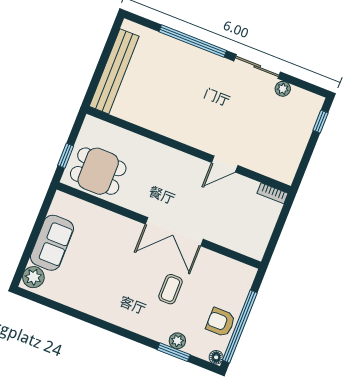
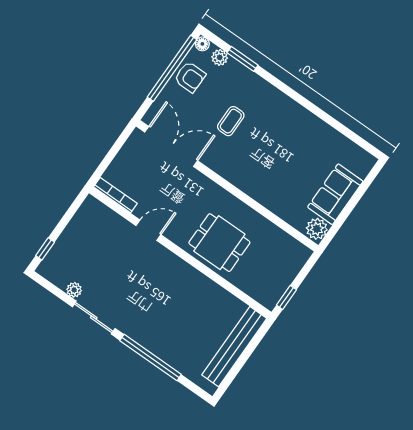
window: (66, 156) -> (286, 297), moved
dining table: (98, 171) -> (219, 243), moved
bookcase: (273, 193) -> (115, 195), width x1.56
double door: (174, 232) -> (171, 146), moved
plant: (33, 277) -> (317, 229), moved
plant: (177, 341) -> (220, 57), moved

